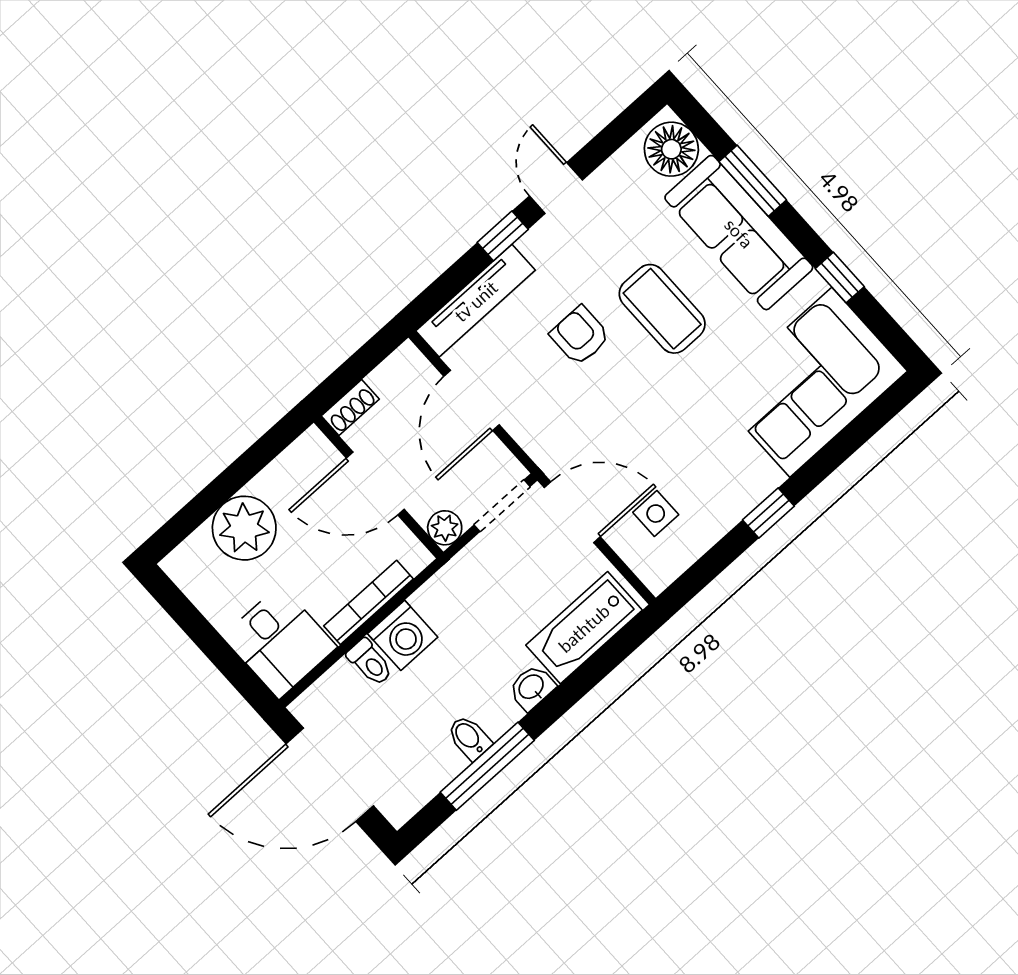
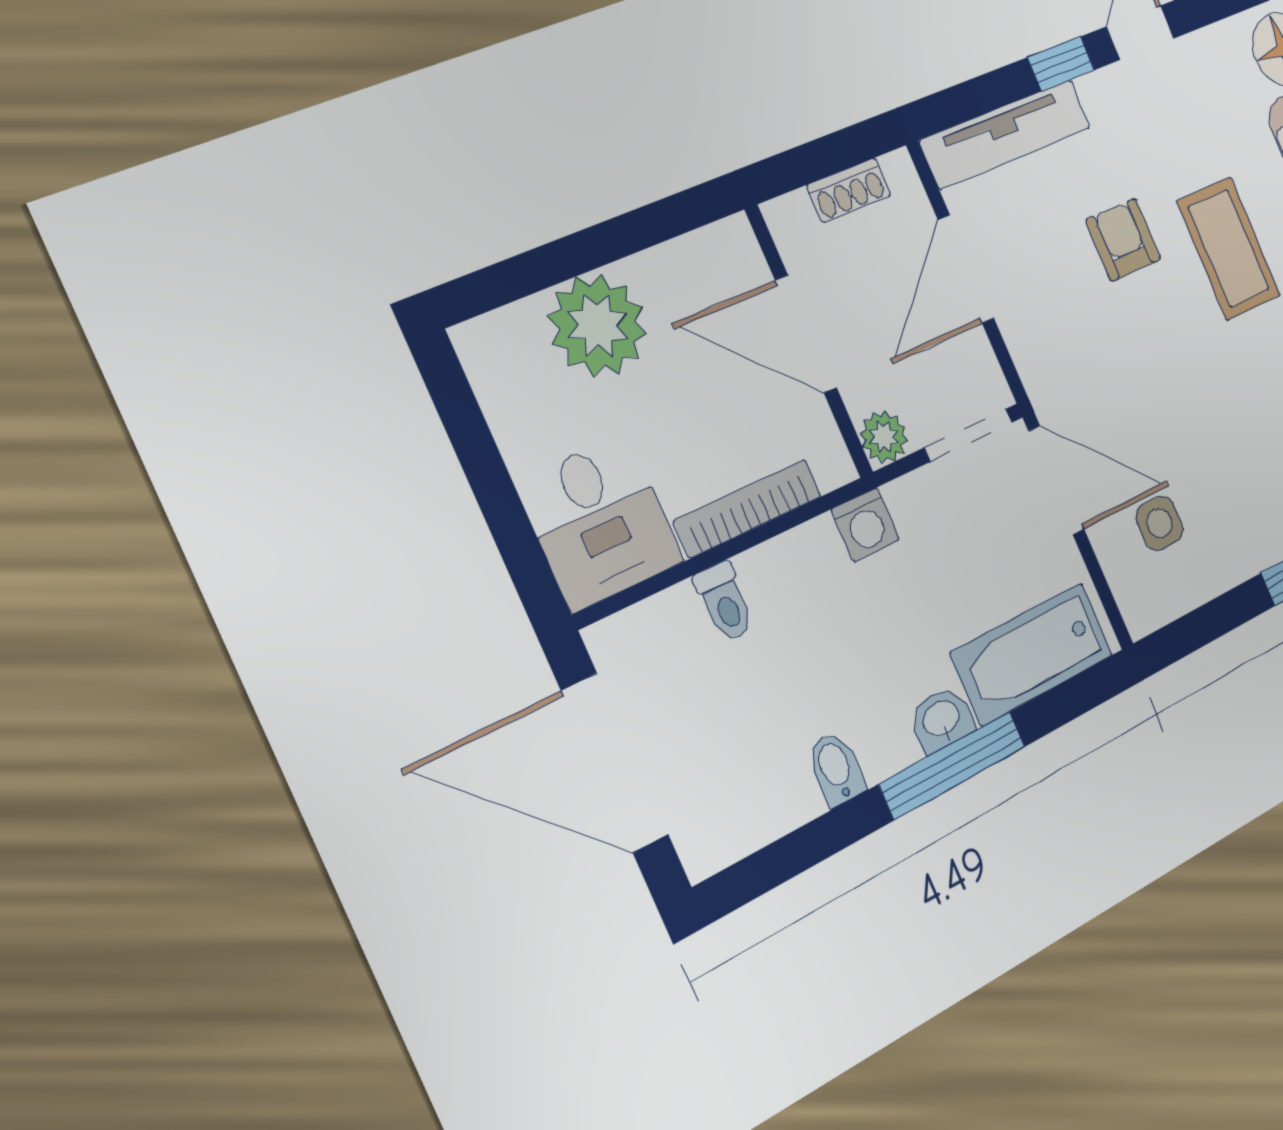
shoe rack: (350, 408) -> (849, 190), moved
washing machine: (403, 635) -> (865, 525), moved, width x0.73, depth x0.73
window: (487, 766) -> (953, 765), moved

